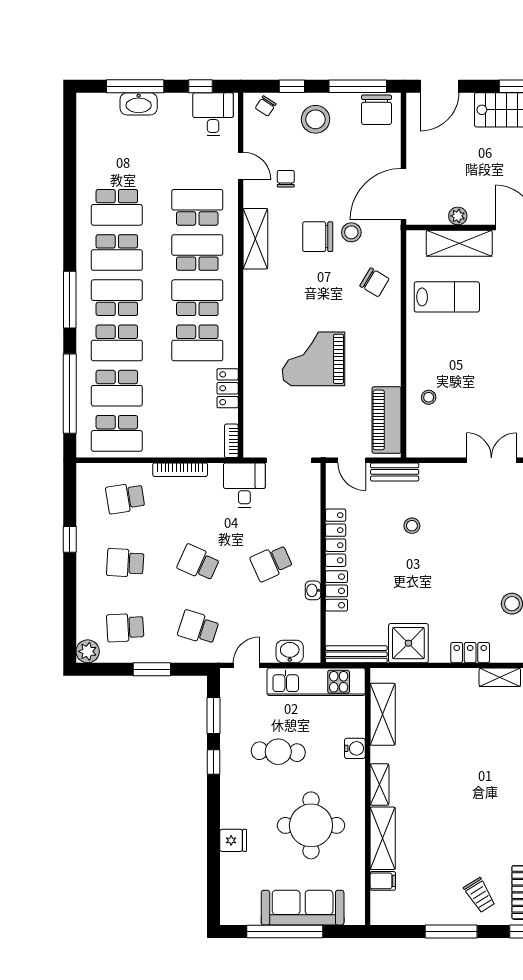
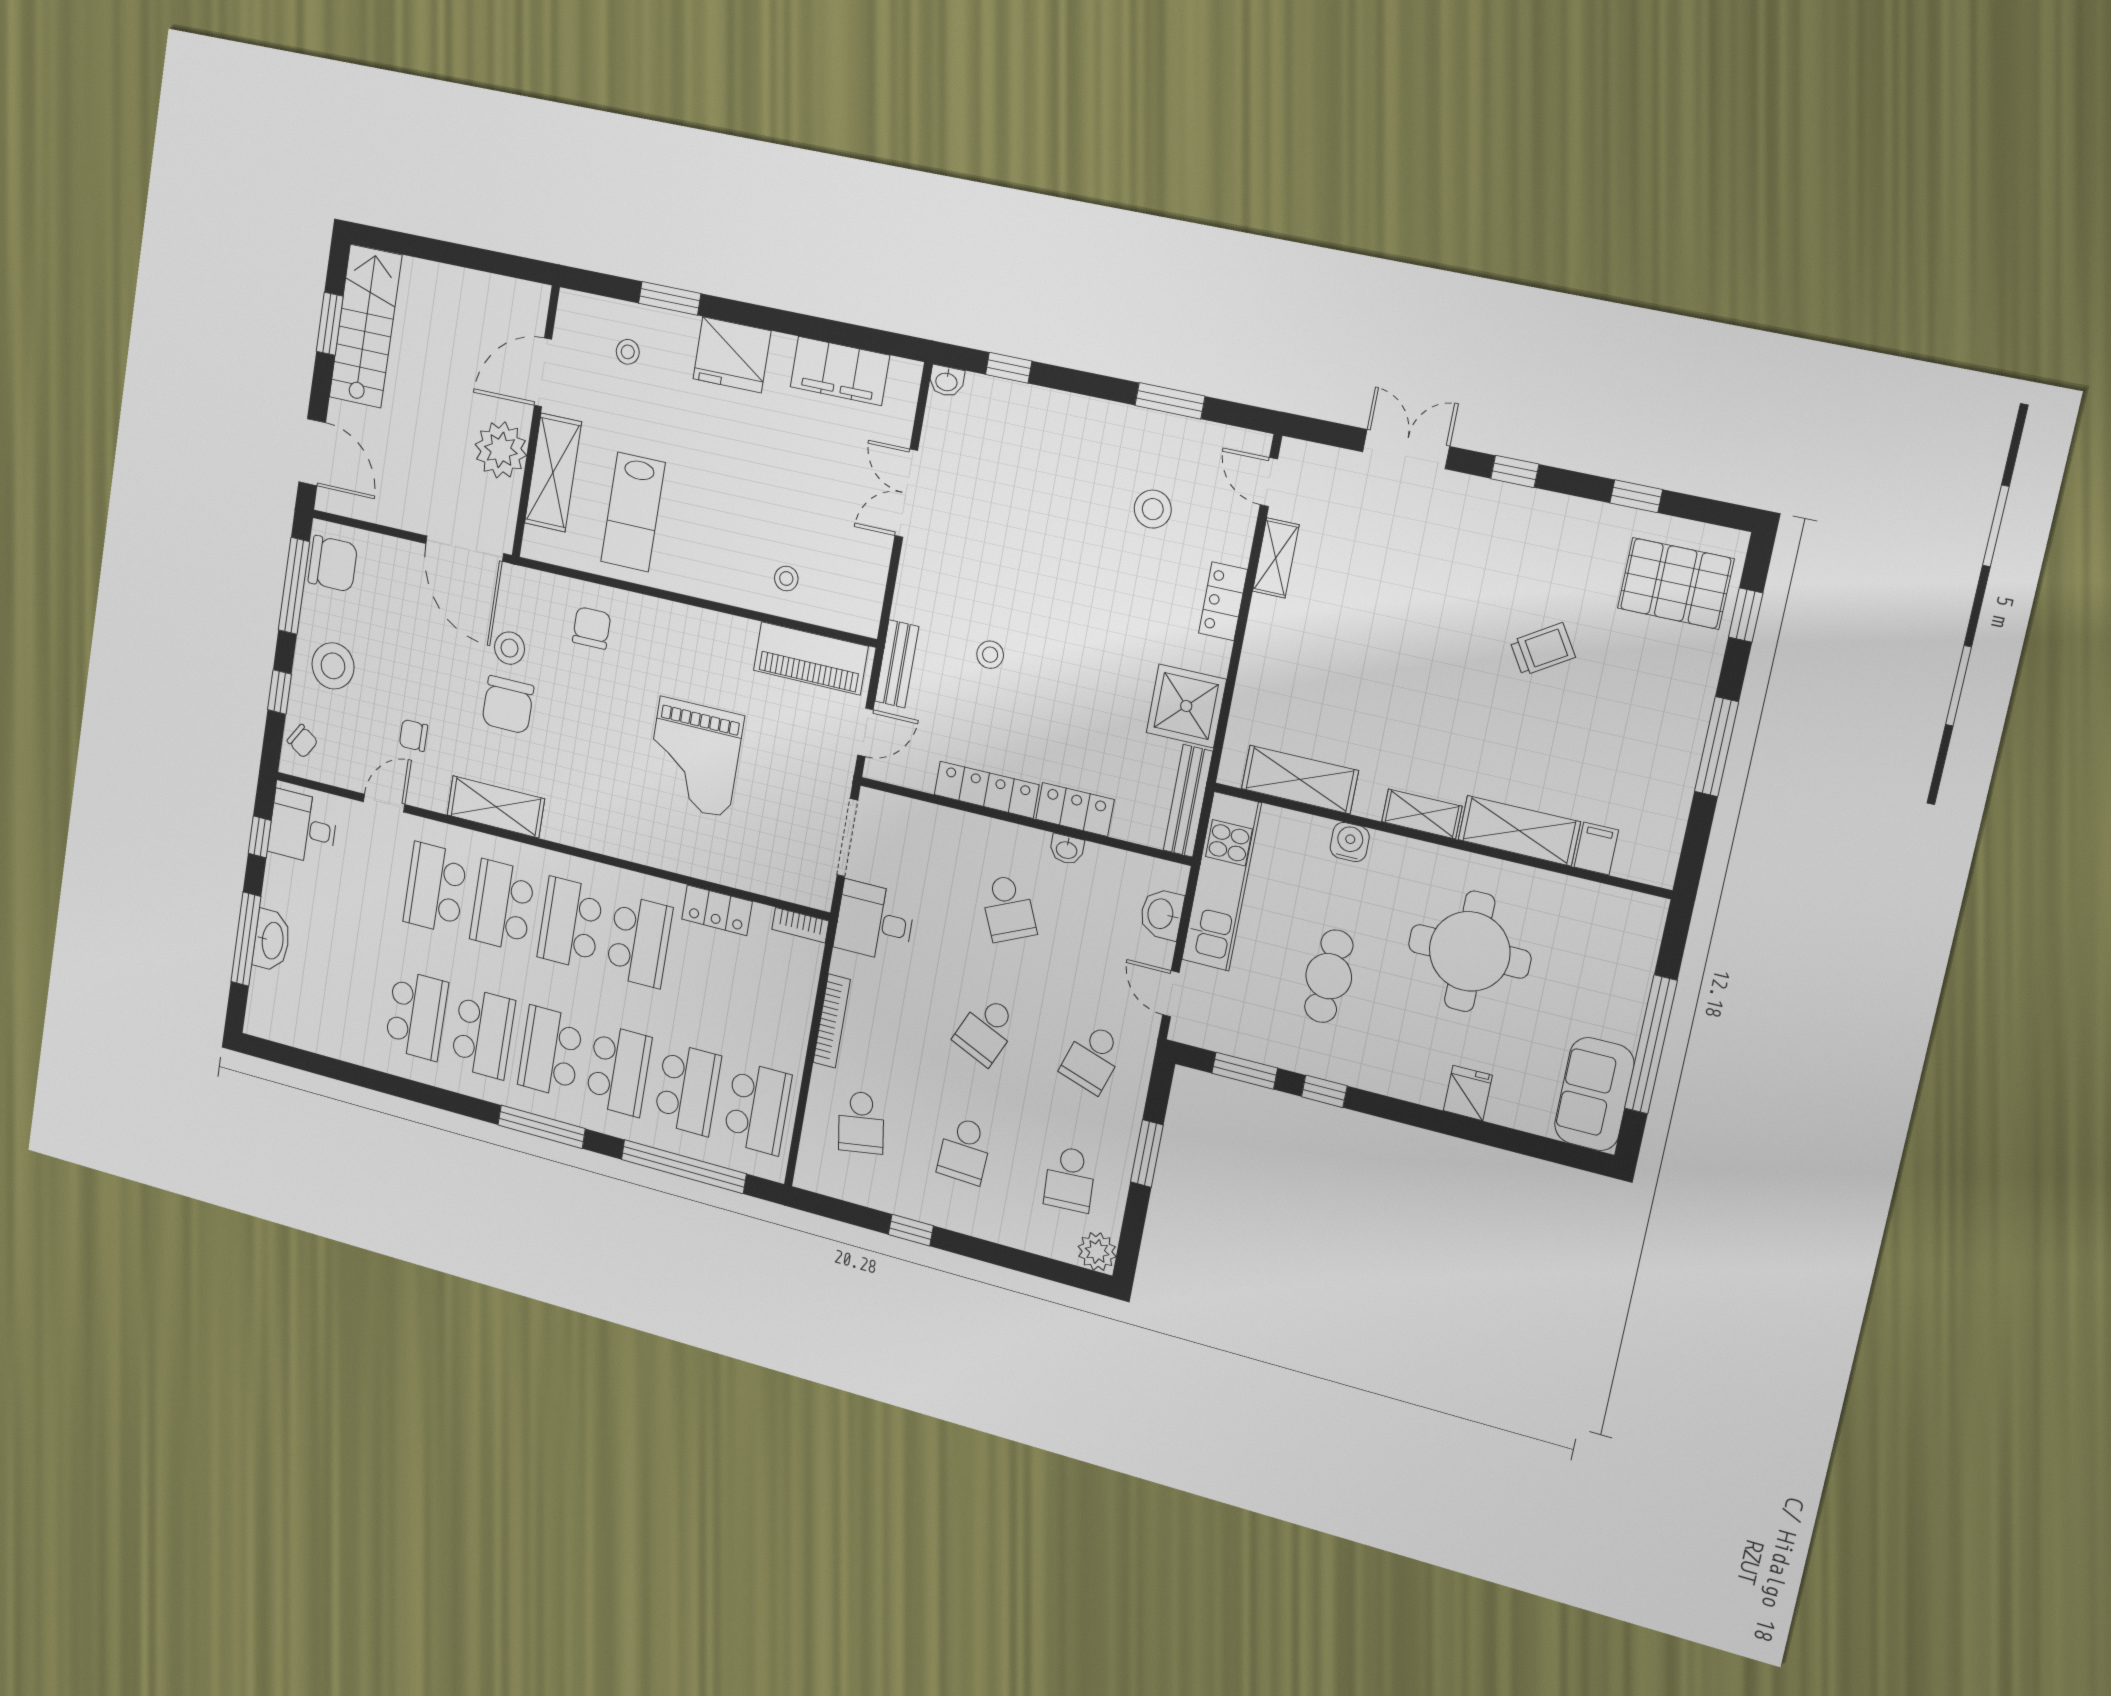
plant: (458, 216) -> (501, 450), width x1.88, depth x1.88
chair: (374, 282) -> (592, 628), turned -31
lab bench: (447, 297) -> (633, 512), turned 180
trolley: (480, 895) -> (1543, 649), moved
sofa: (303, 908) -> (1594, 1094), moved, width x0.73

